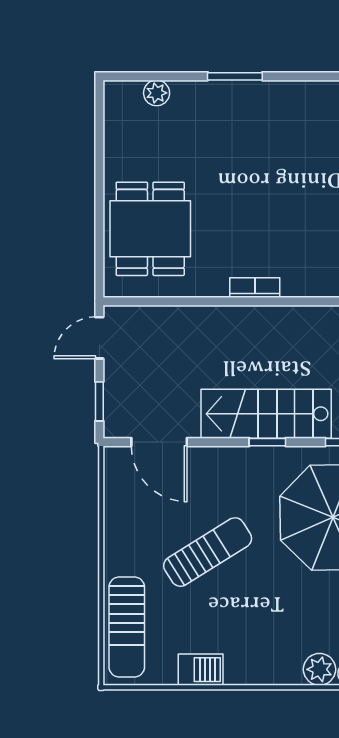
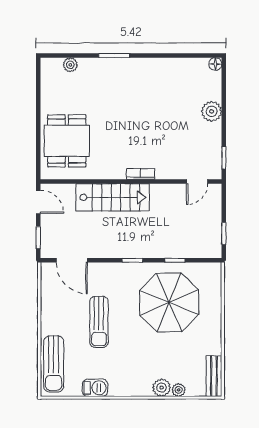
bookcase: (255, 288) -> (141, 174), moved
door: (99, 338) -> (38, 202), swing flipped
stairs: (266, 414) -> (113, 197), moved, turned 180
sun lounger: (208, 552) -> (99, 322), turned 122

